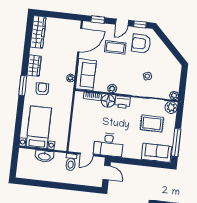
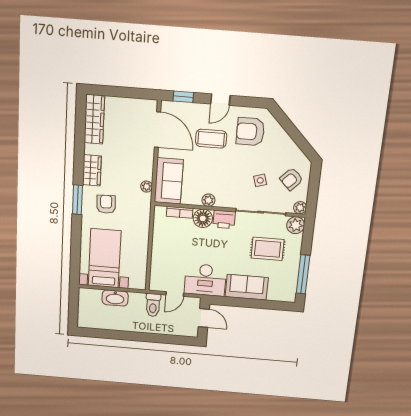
window: (140, 24) -> (248, 102), removed
door: (80, 40) -> (157, 130), hinge flipped
armchair: (168, 76) -> (291, 179), added
sofa: (157, 153) -> (247, 287), moved

